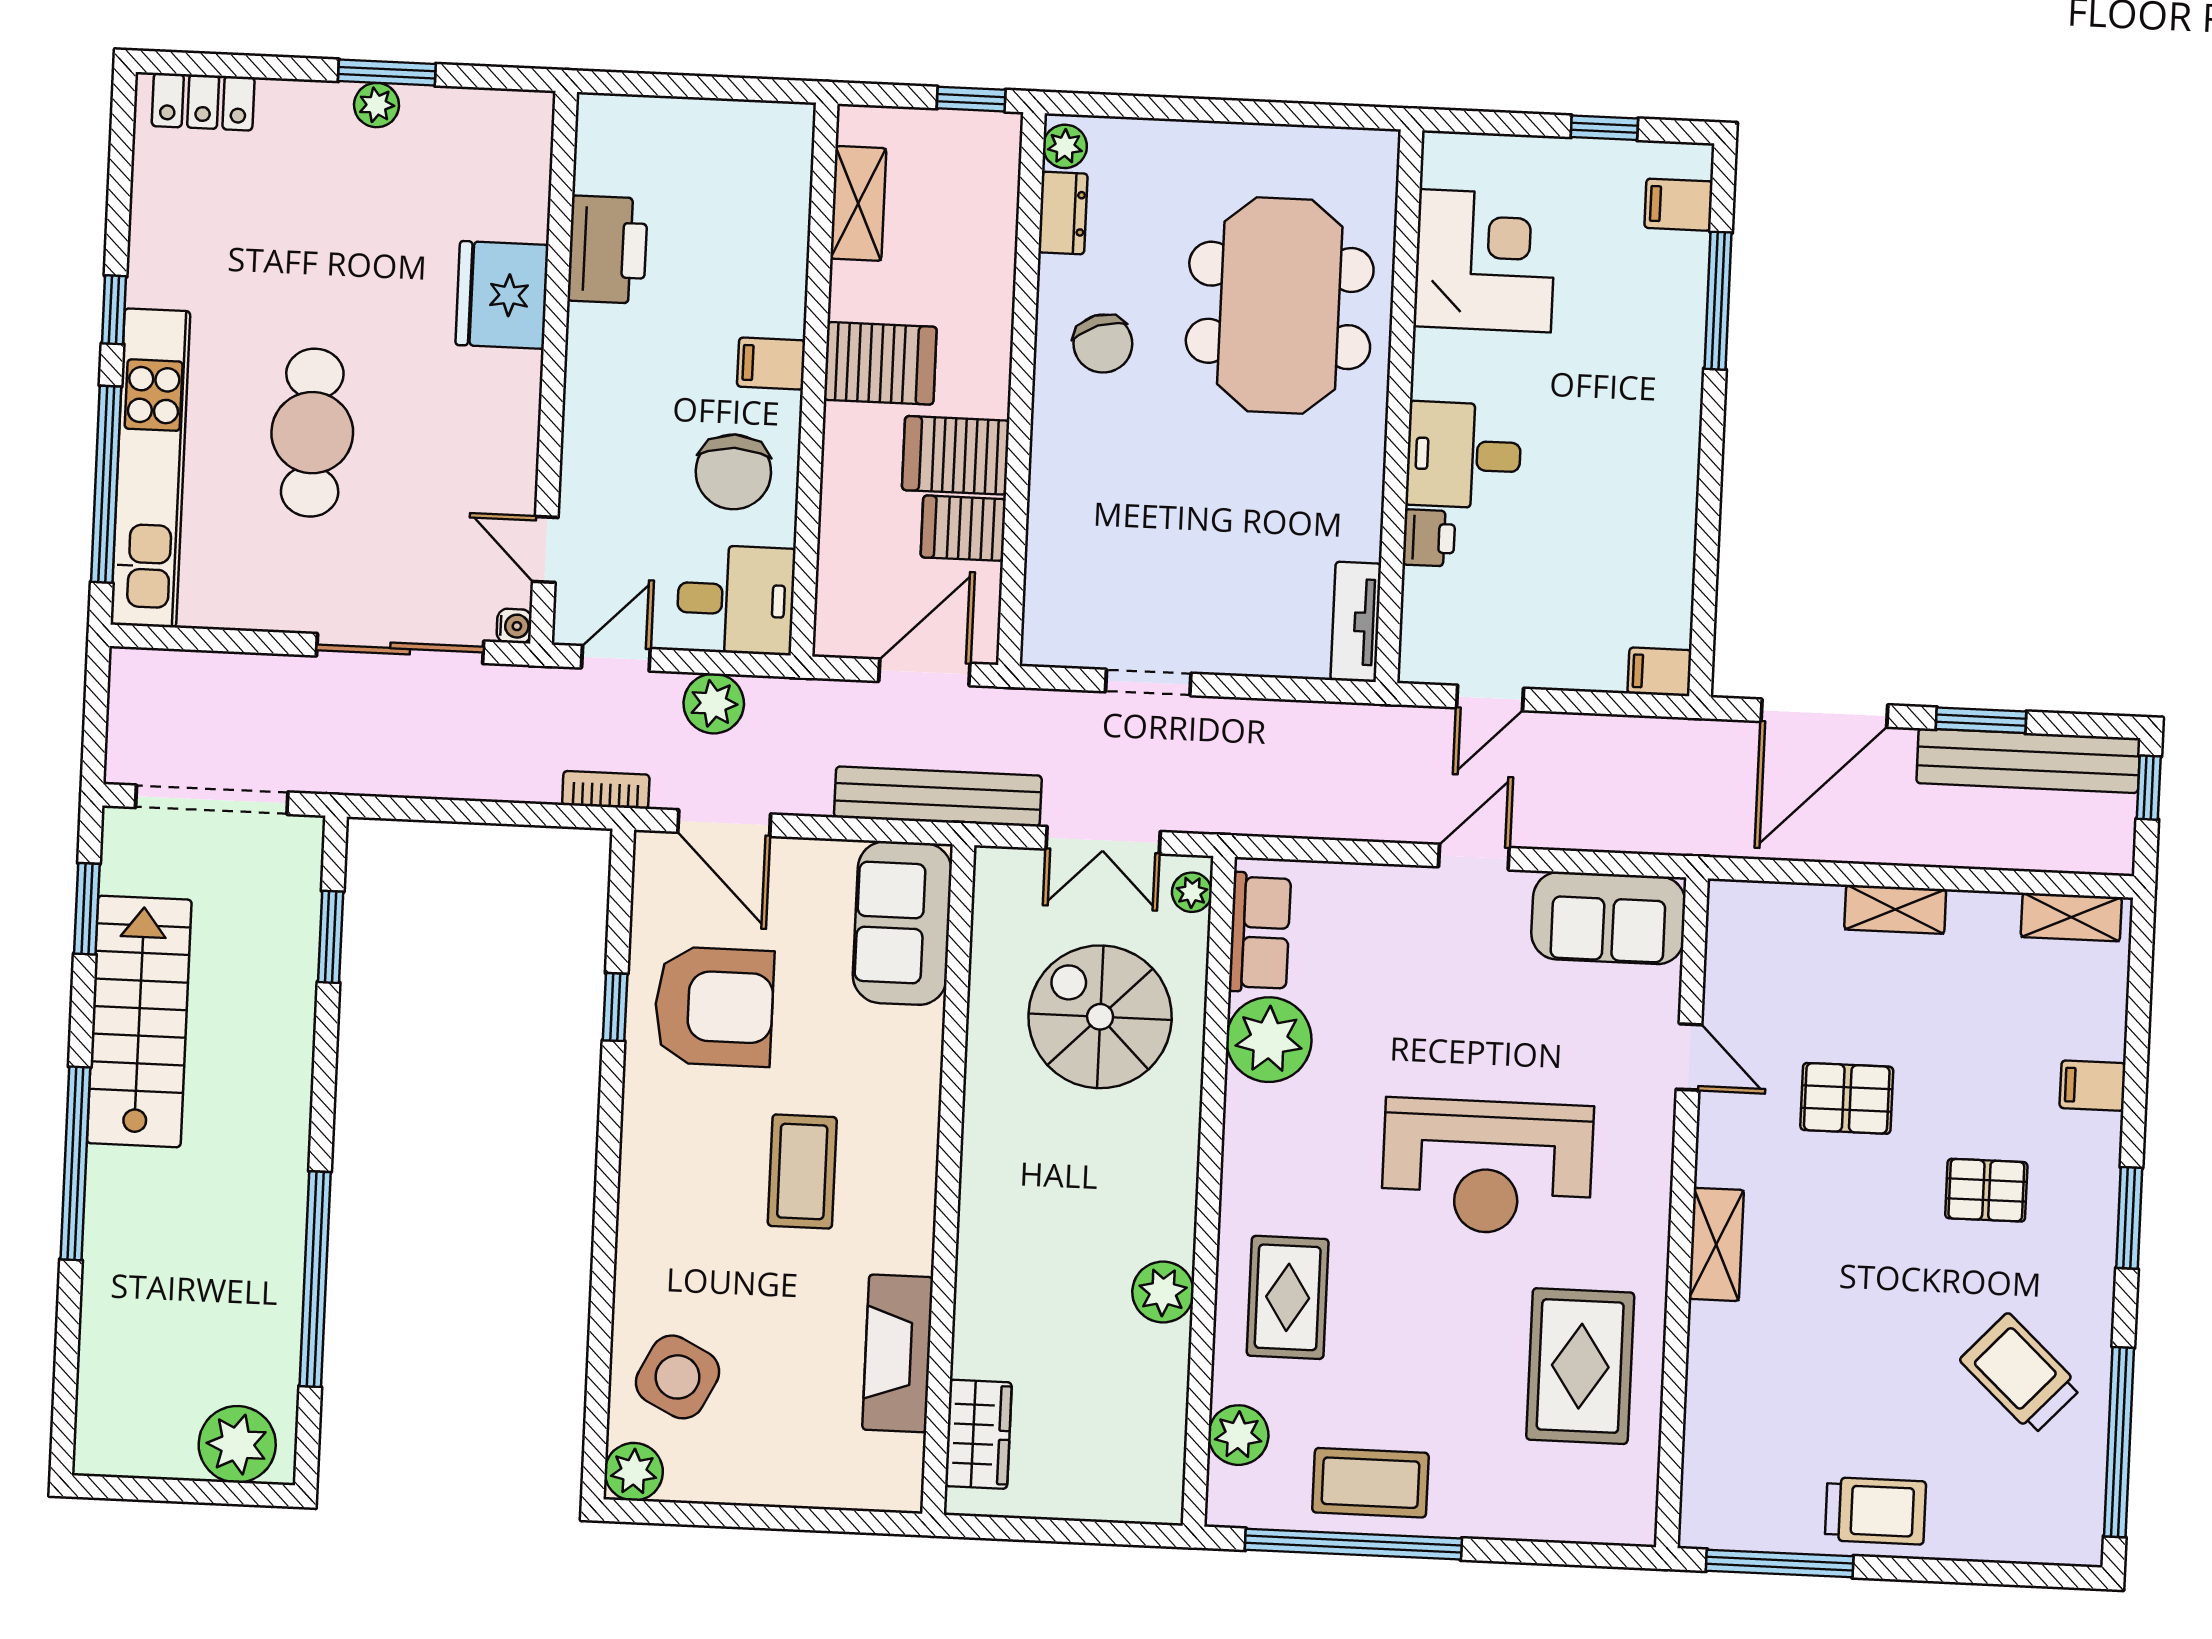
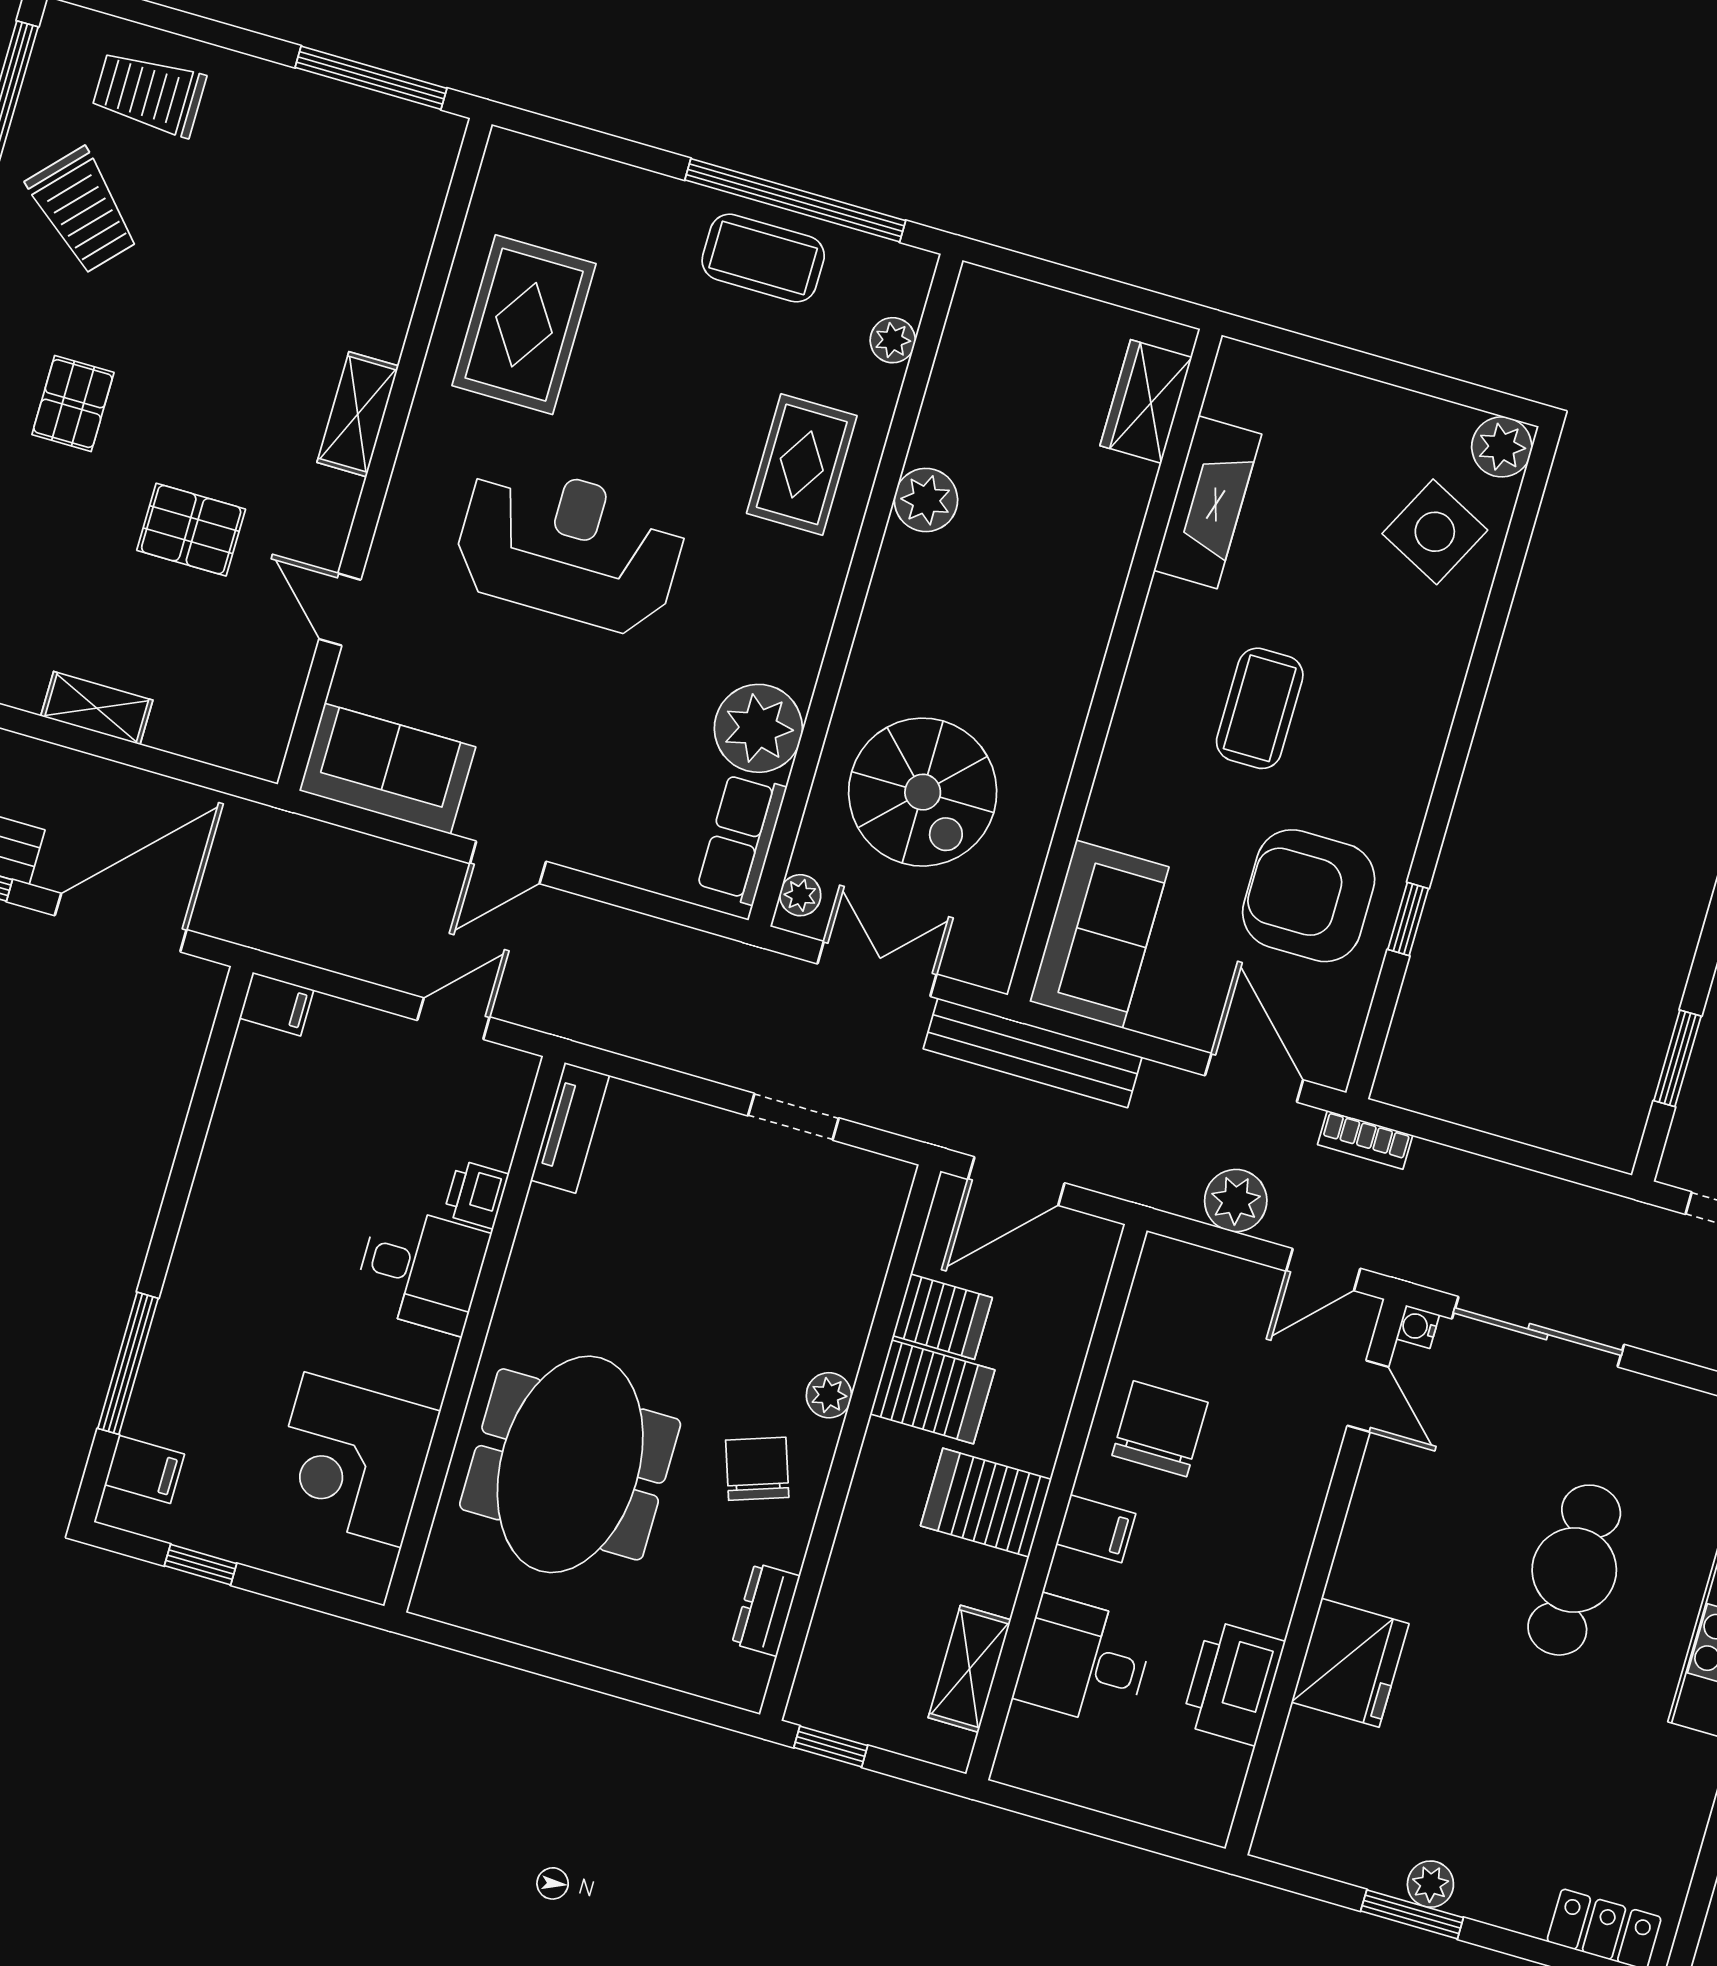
plant: (1065, 146) -> (829, 1395), moved
desk: (736, 600) -> (1084, 1662), moved
pallet: (1986, 1190) -> (73, 404), turned 90
plant: (1238, 1435) -> (893, 340), width x0.73, depth x0.73
trolley: (1875, 1511) -> (149, 93), moved

